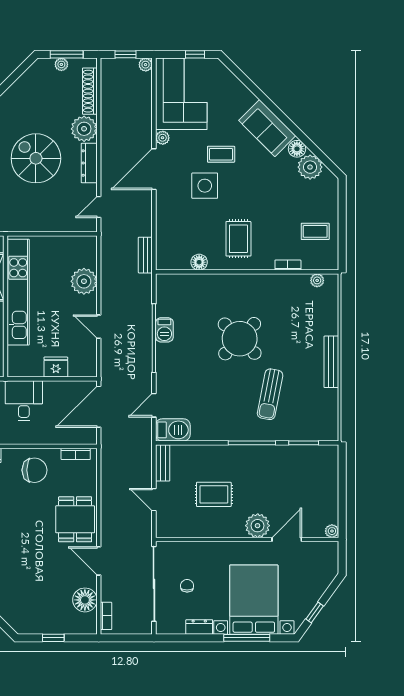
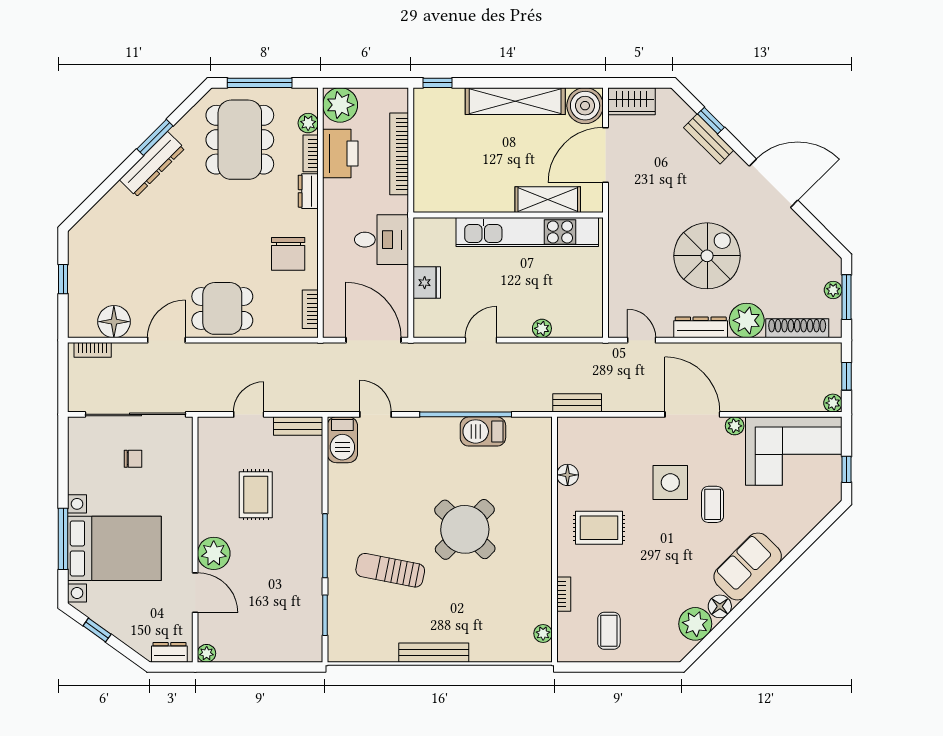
plant: (84, 281) -> (542, 328), width x0.53, depth x0.53
barbecue: (164, 330) -> (483, 431), width x1.38, depth x1.27
dresser: (199, 627) -> (169, 652), moved, turned -90

